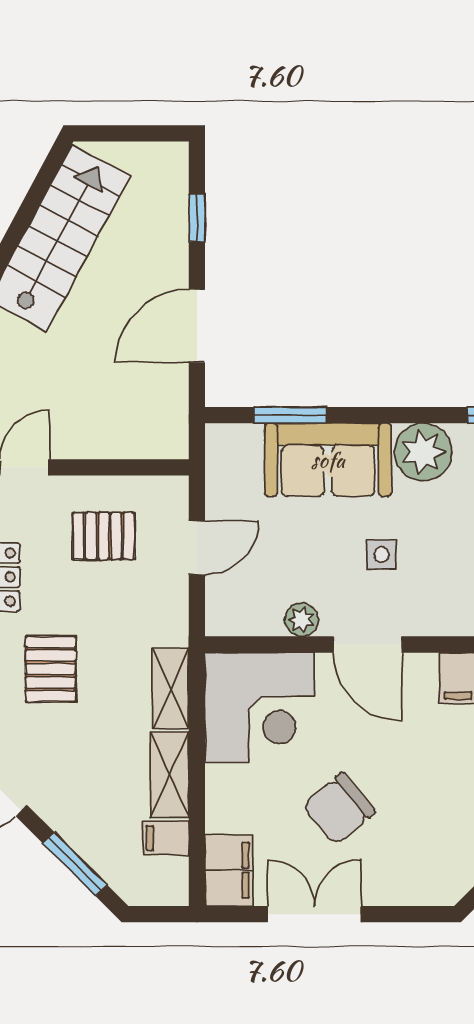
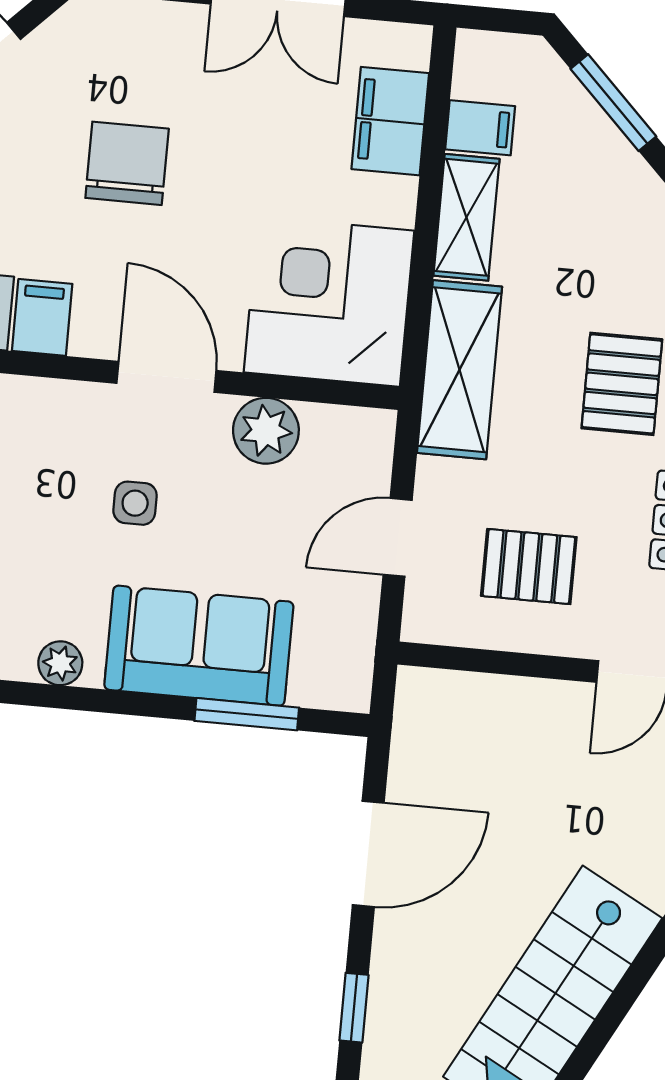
plant: (423, 452) -> (60, 663), width x0.53, depth x0.53
plant: (302, 620) -> (266, 431), width x1.38, depth x1.38
shelving: (171, 688) -> (460, 370), width x1.50, depth x1.33
chair: (339, 809) -> (127, 163), moved, turned -50
filing cabinet: (229, 870) -> (390, 121), moved

